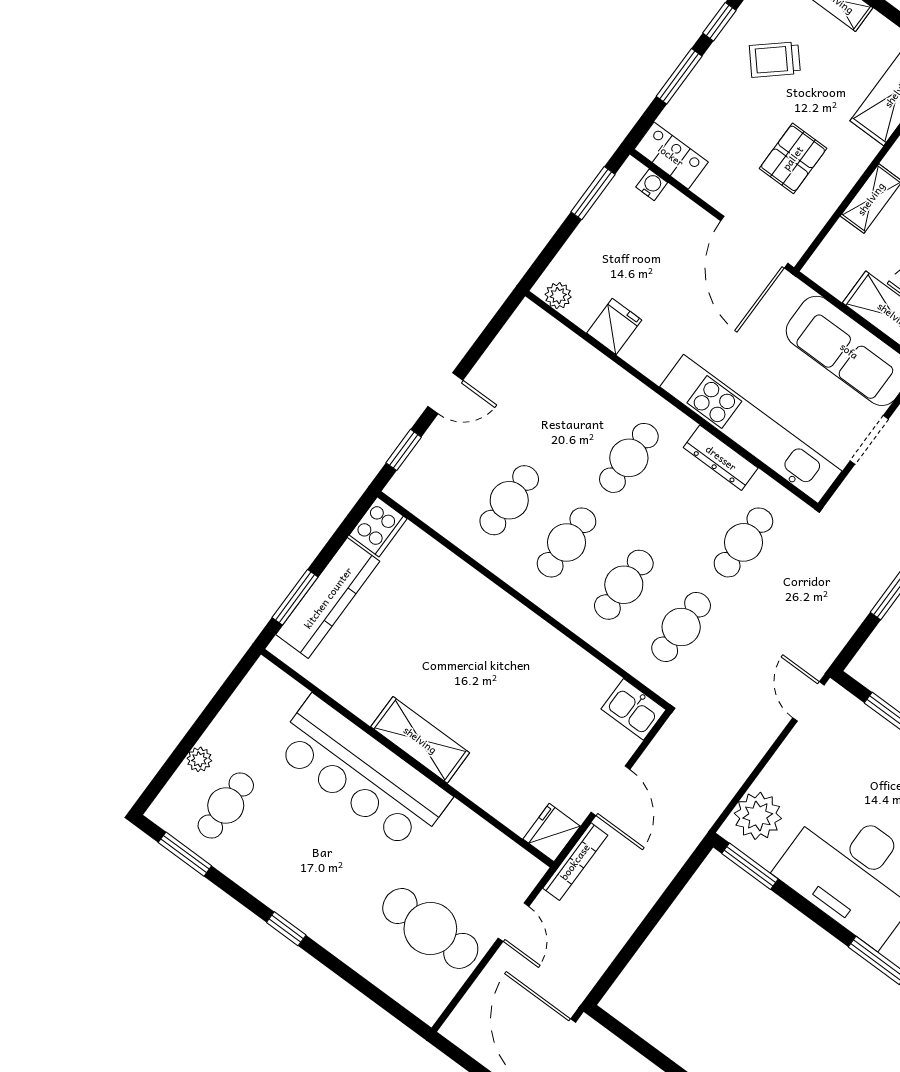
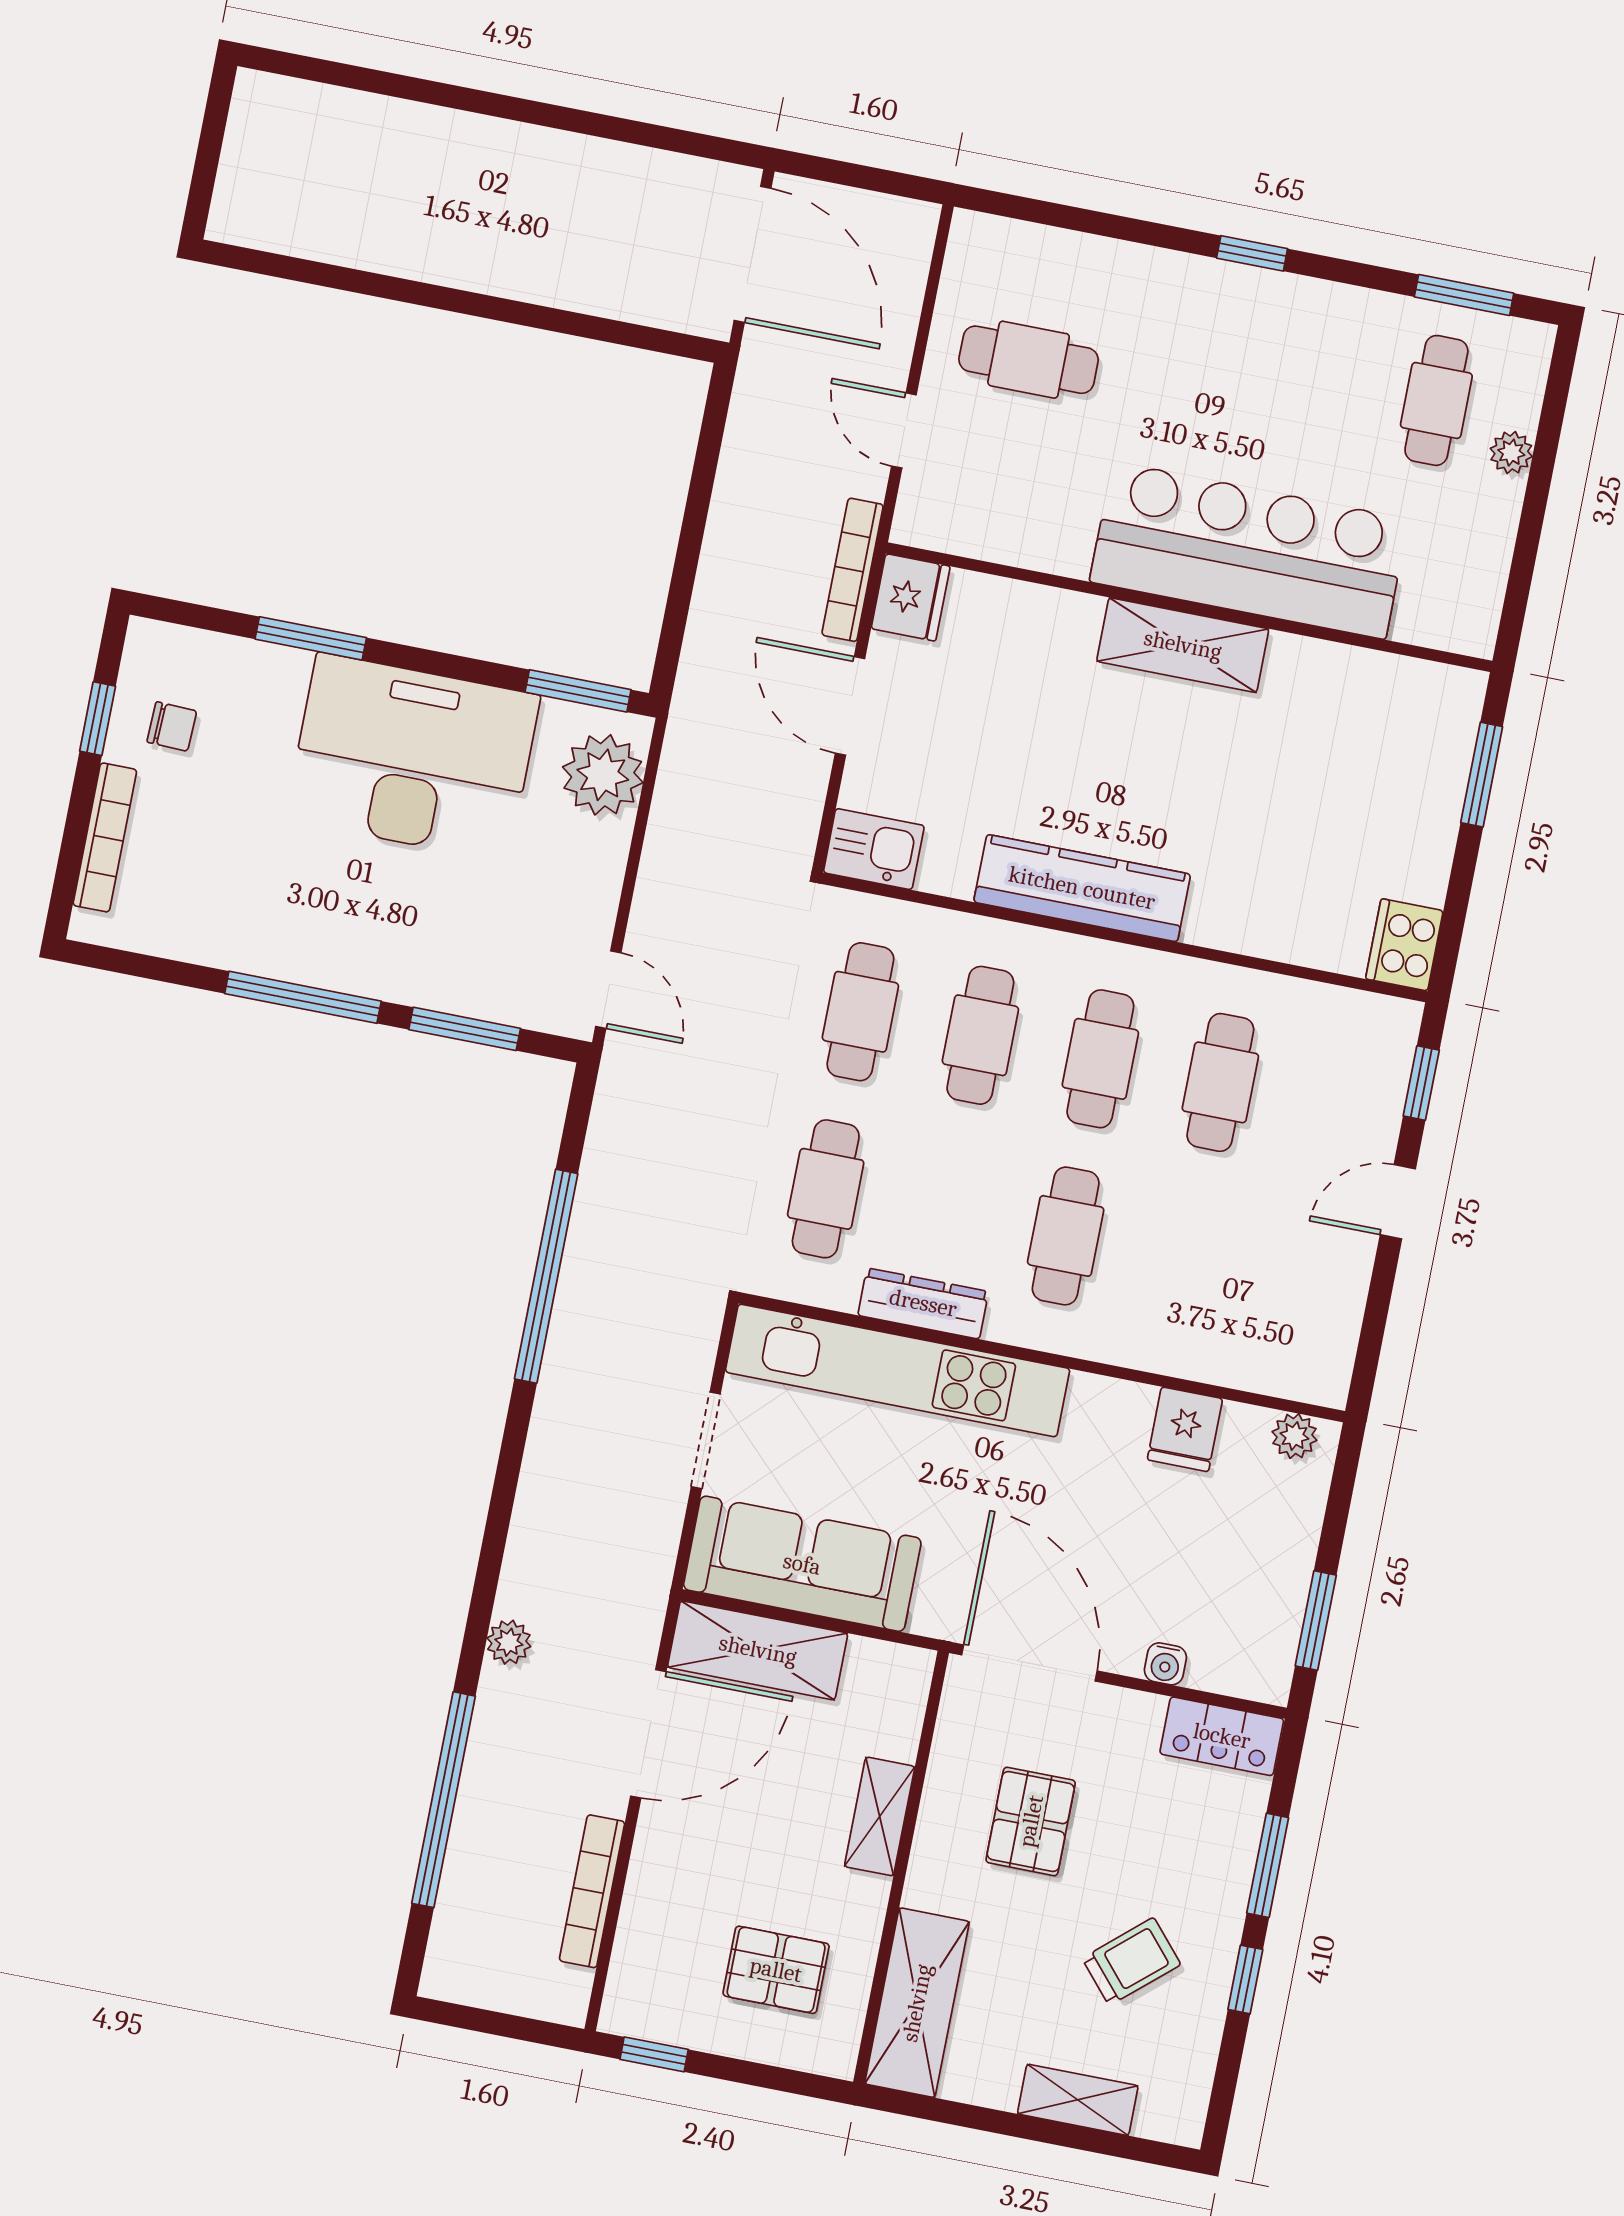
water cooler: (652, 185) -> (1165, 1664), moved
kitchen counter: (328, 598) -> (1082, 888), moved, turned 90
cafe table: (430, 928) -> (1029, 360), width x0.73, depth x0.74

